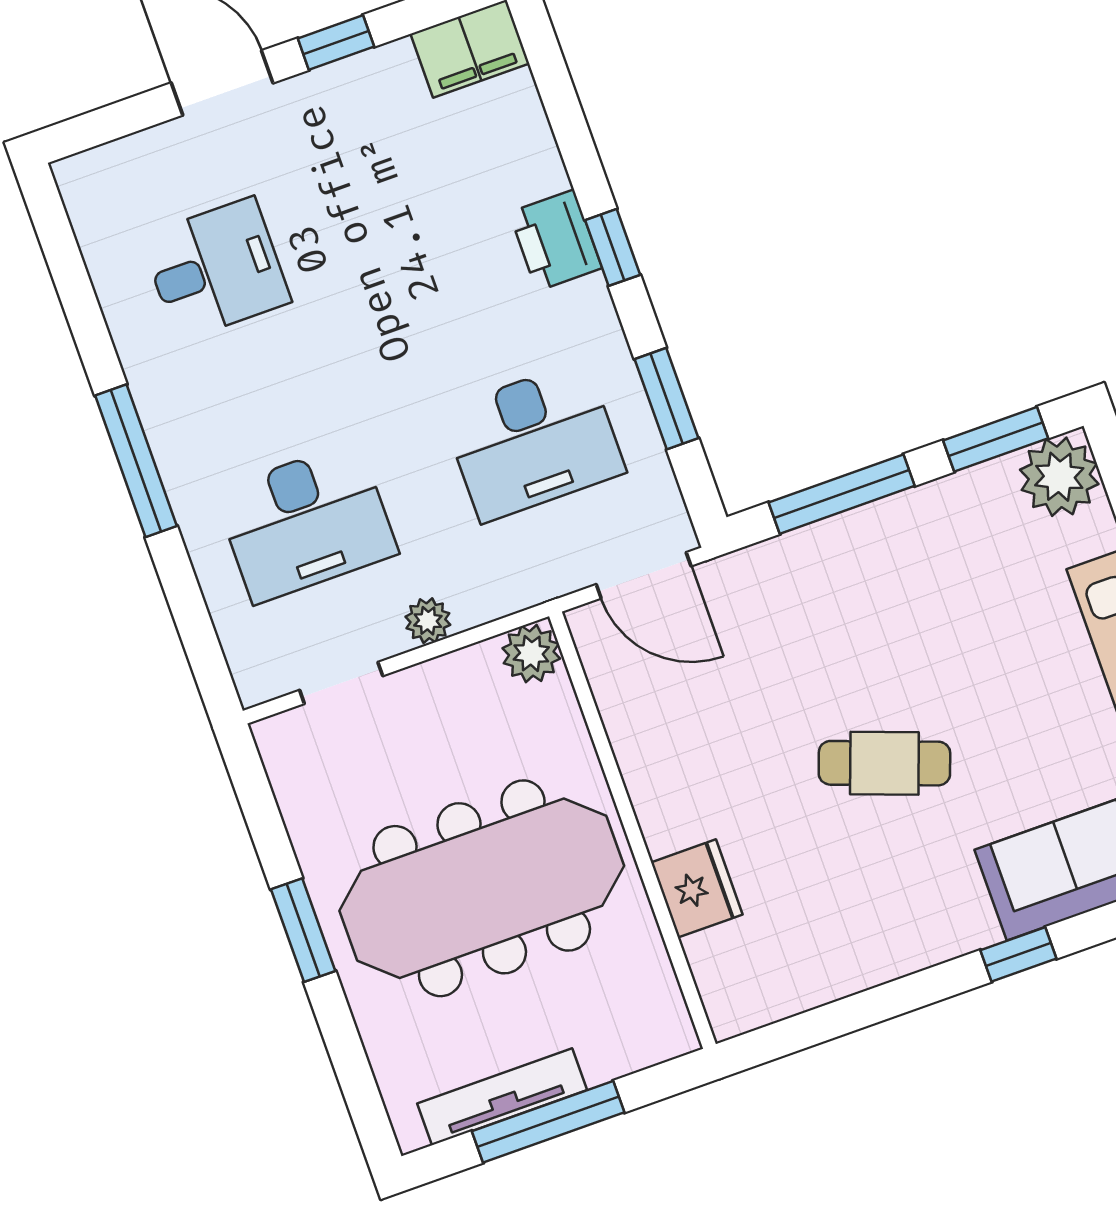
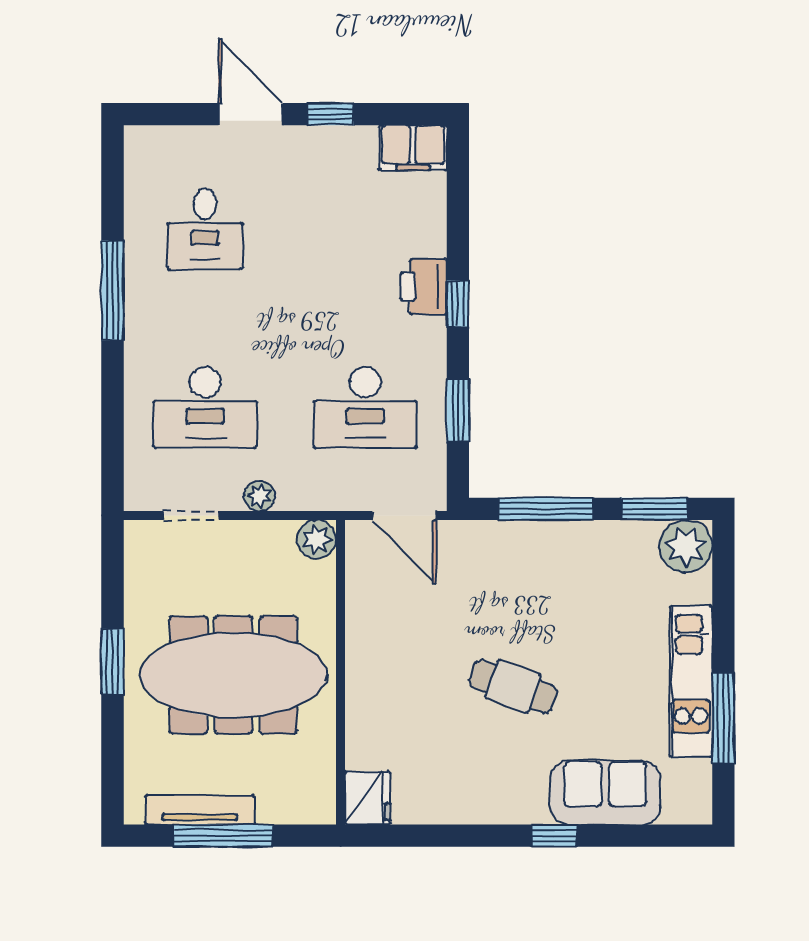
desk: (216, 269) -> (205, 229), turned 90
window: (136, 461) -> (113, 290), moved
fridge: (697, 888) -> (368, 798), moved

